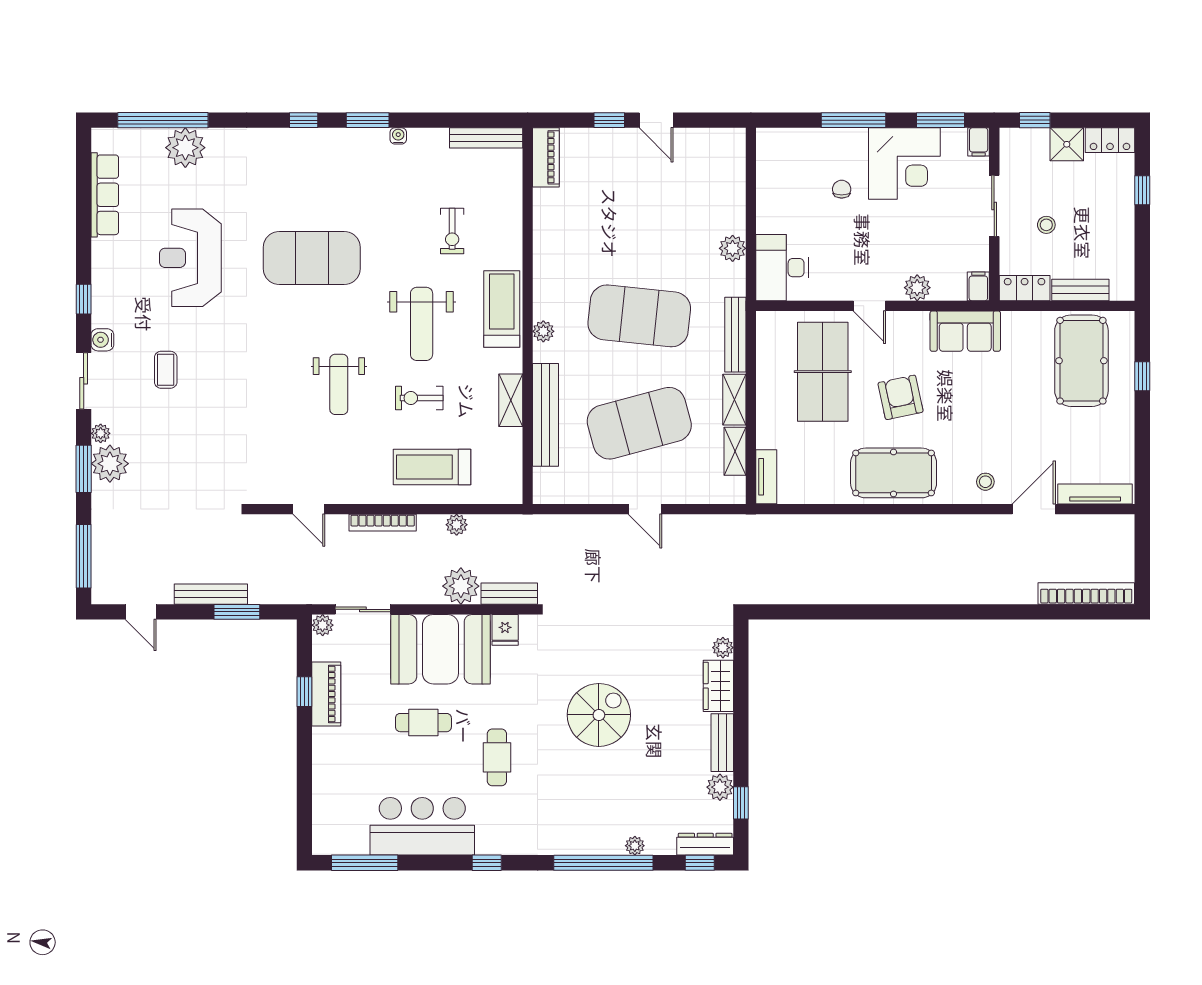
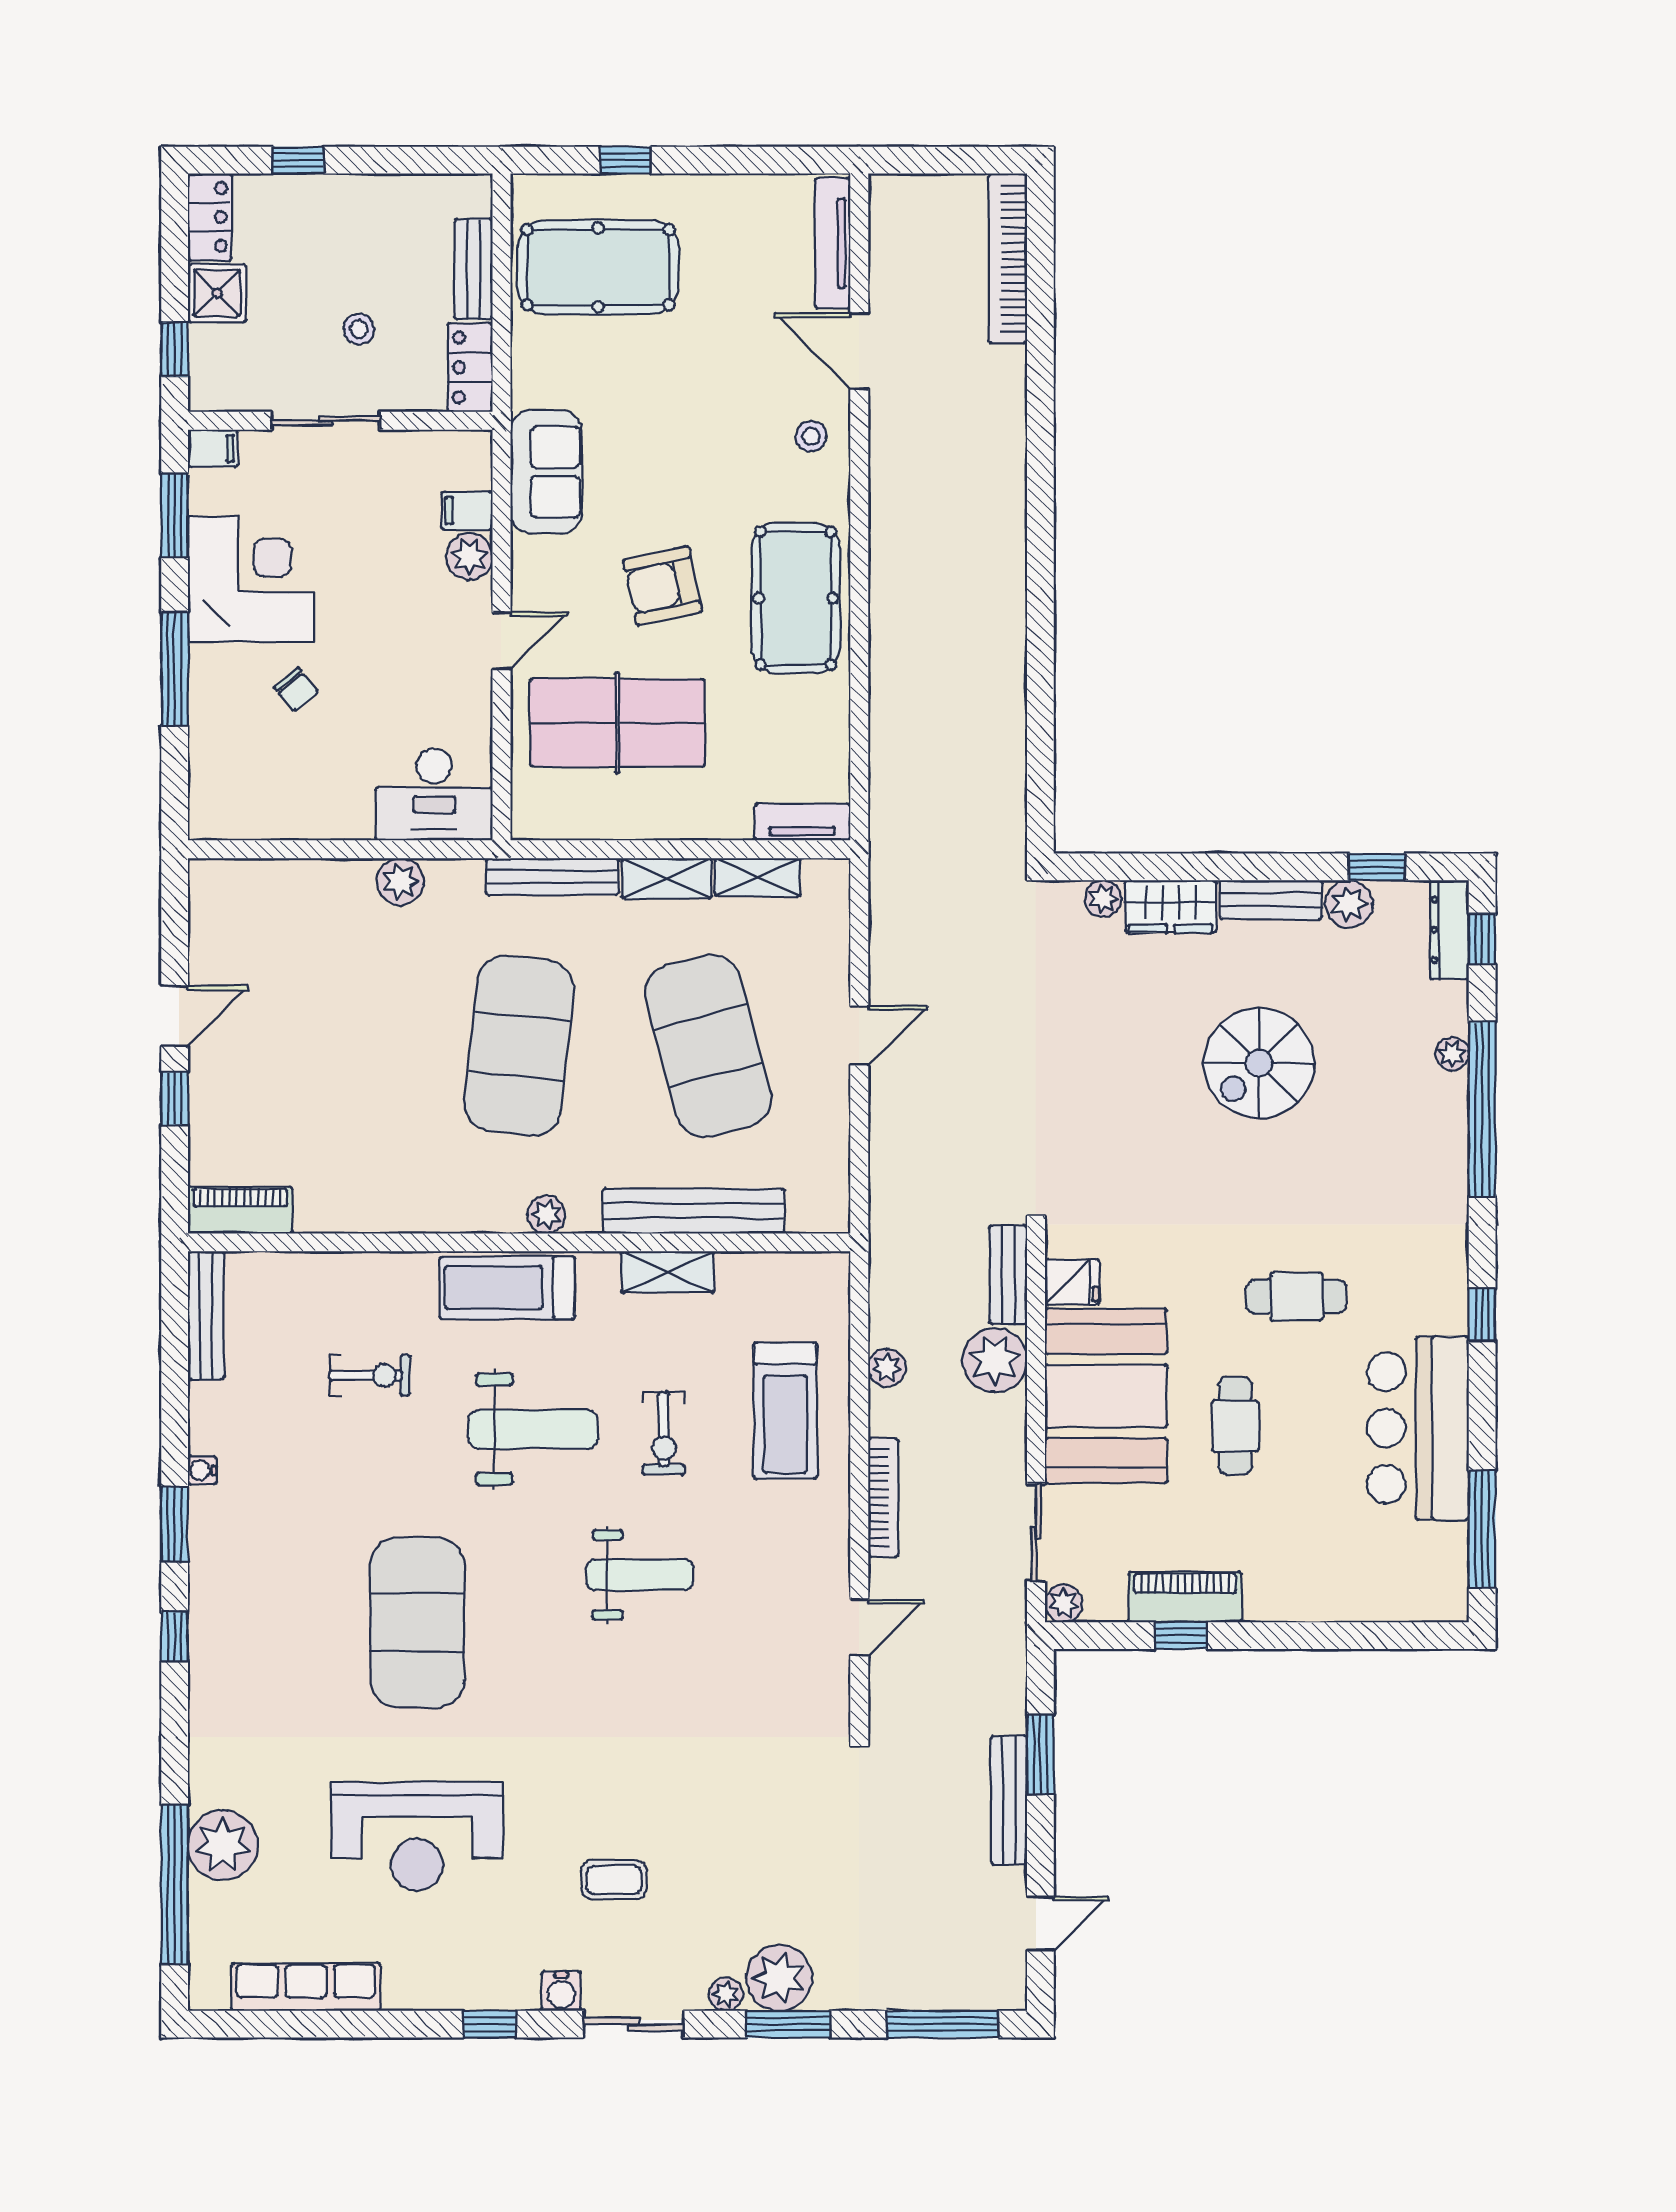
chair: (842, 189) -> (296, 690), turned -129
filing cabinet: (978, 286) -> (467, 511), moved
spiral stairs: (599, 715) -> (1259, 1063), moved, turned -90

